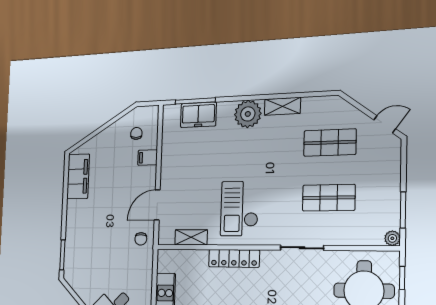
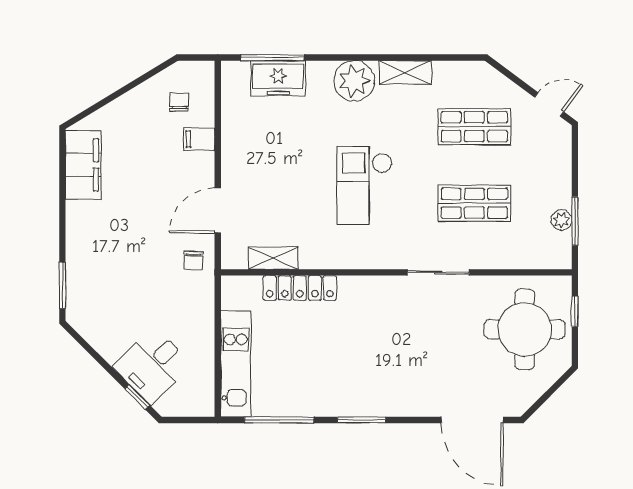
checkout: (239, 209) -> (365, 185), moved
plant: (392, 238) -> (561, 220), moved
locker: (234, 258) -> (300, 288), moved

